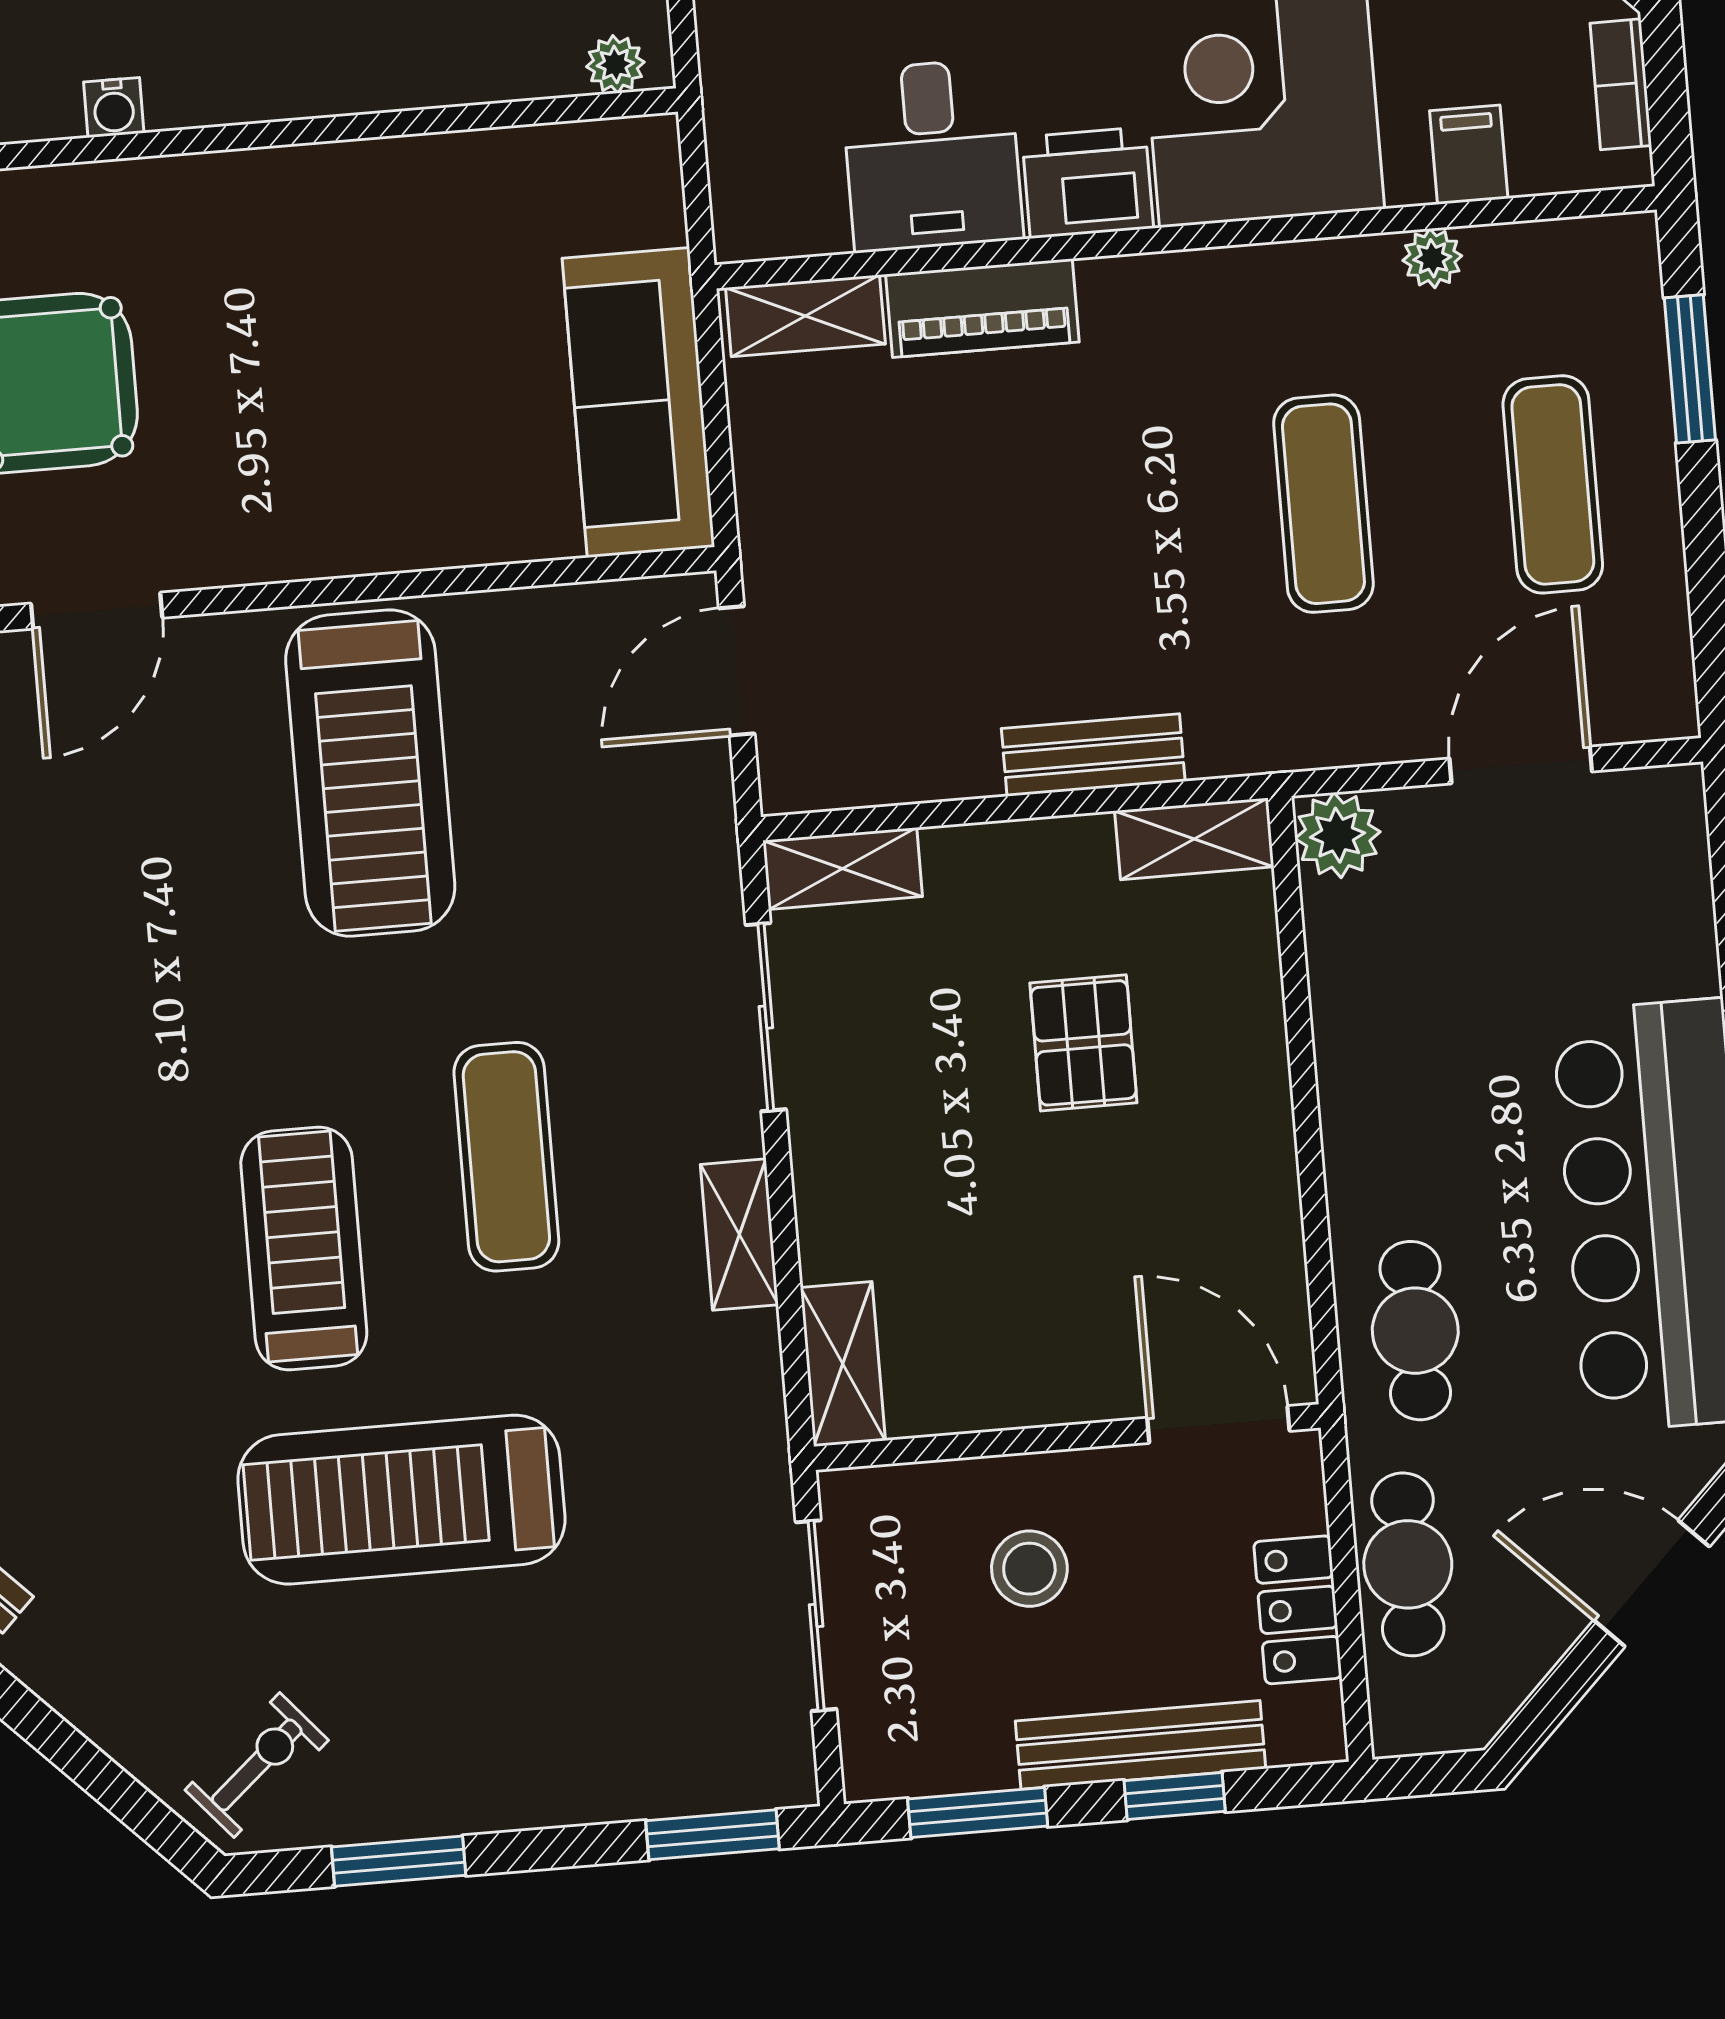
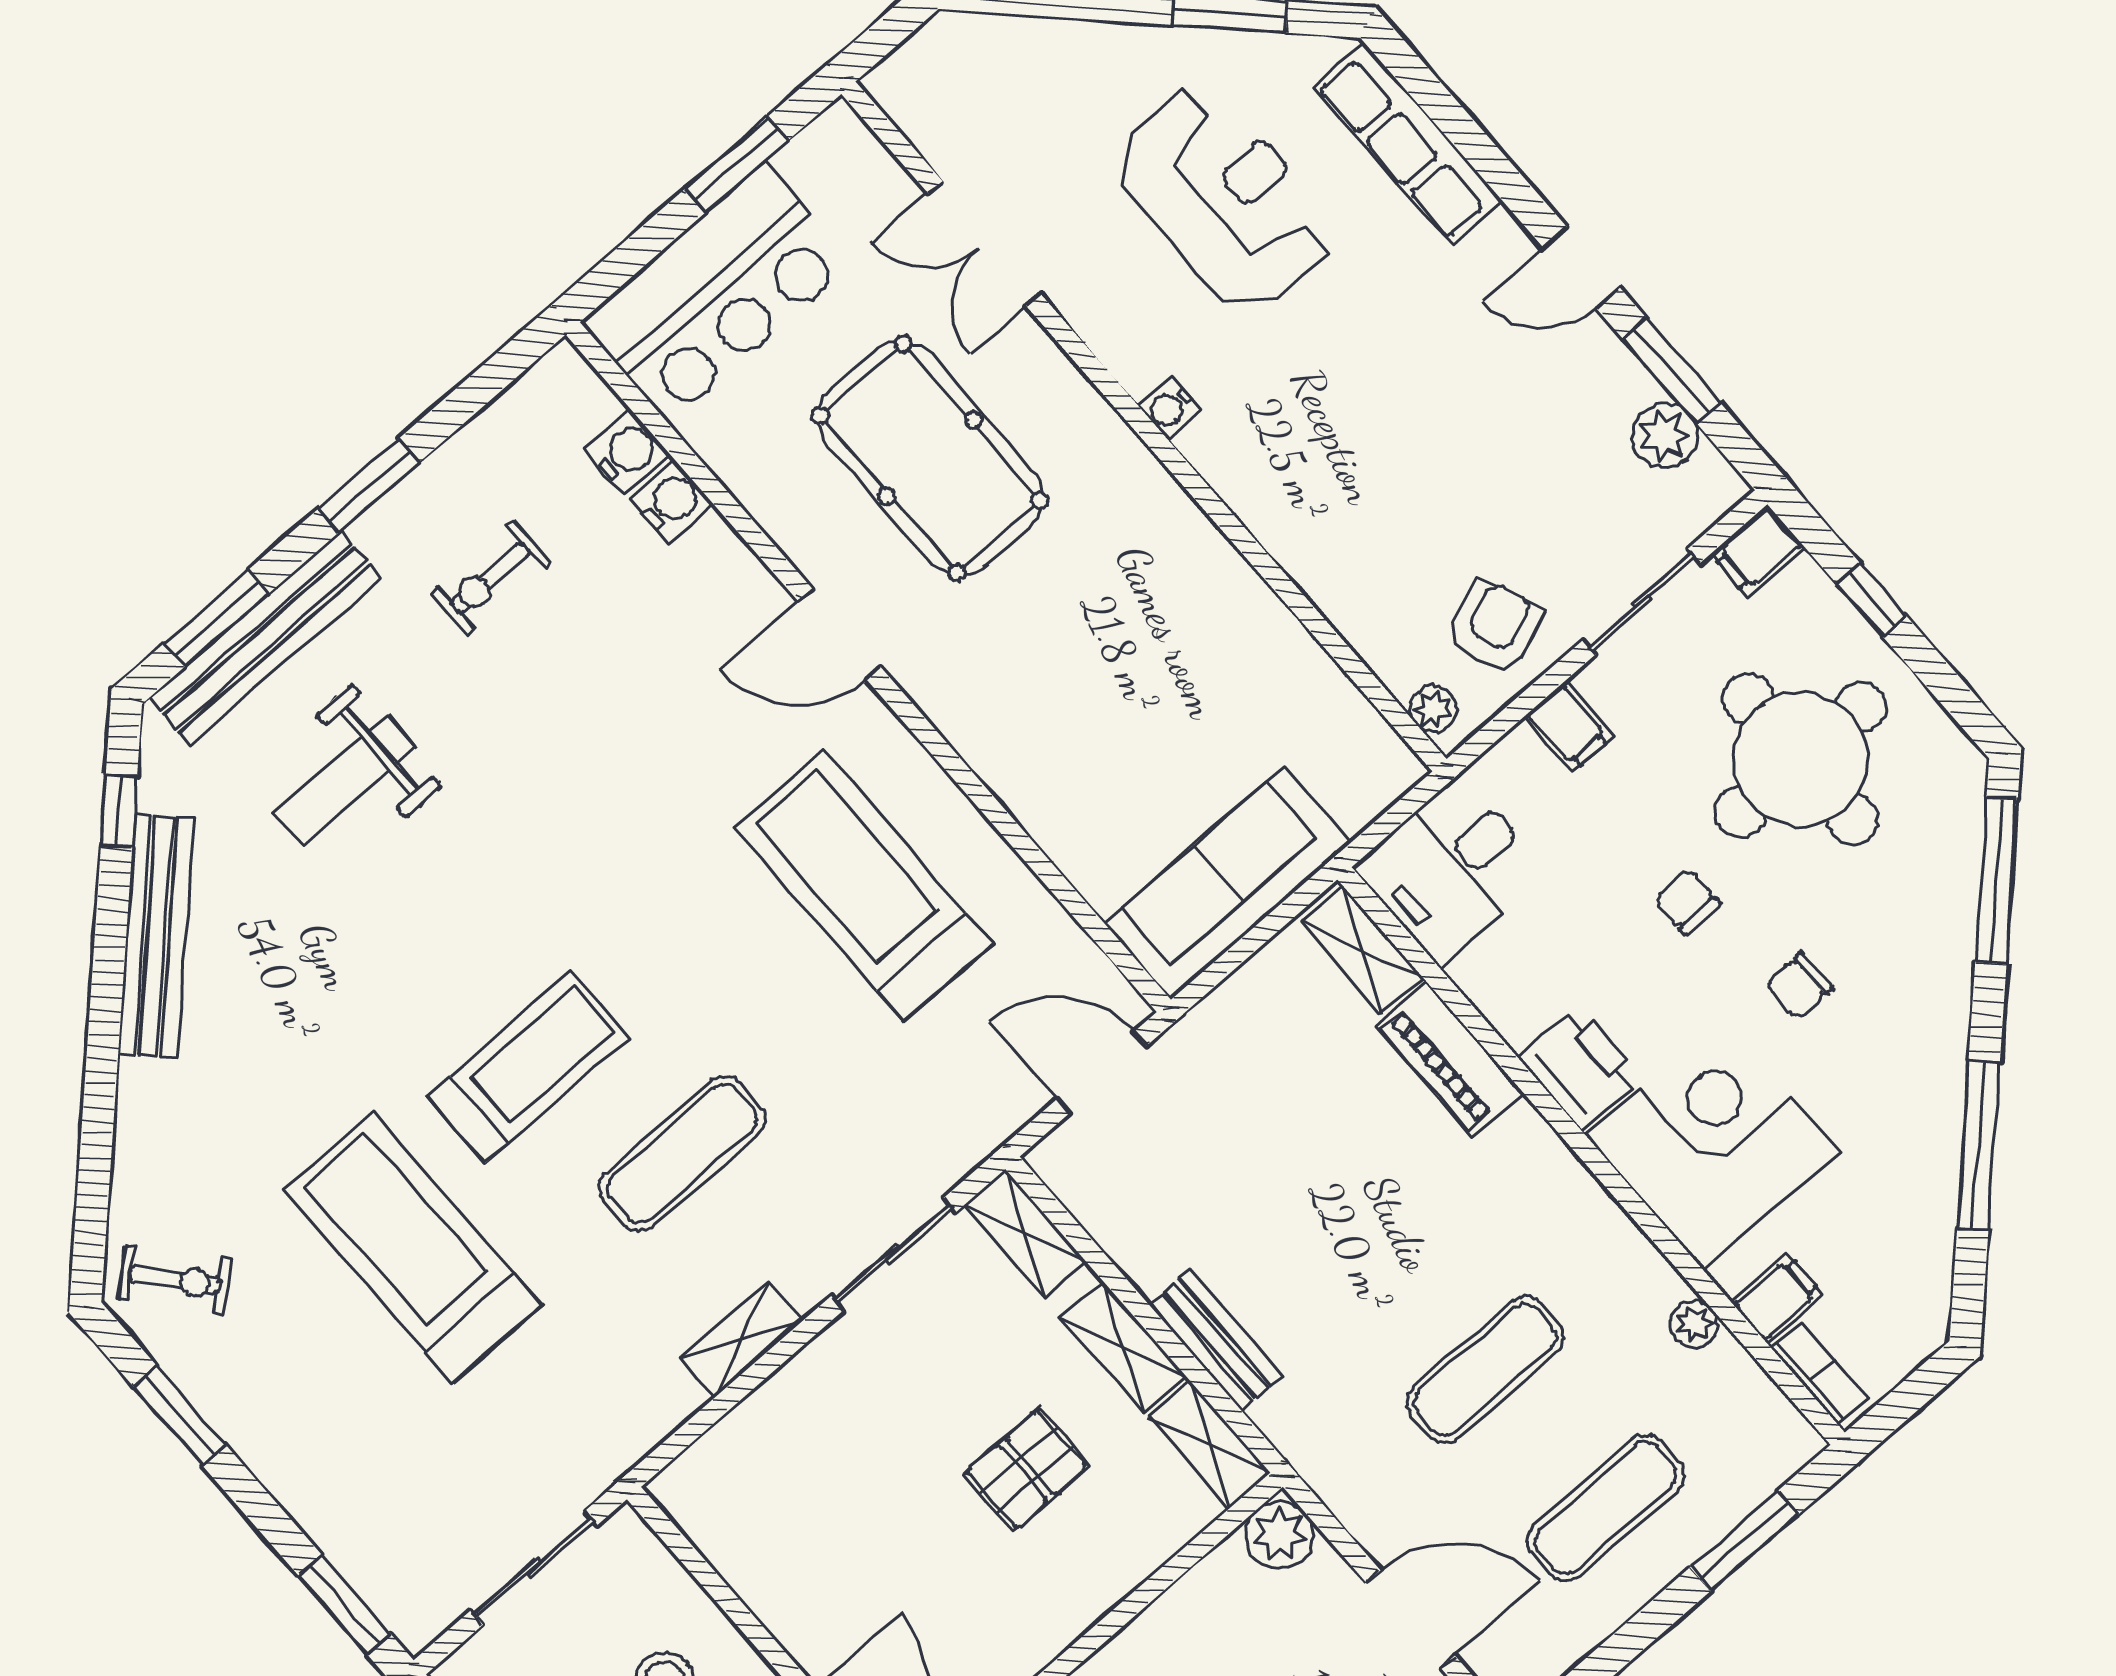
bookcase: (1621, 84) -> (1819, 1373), moved, turned 90
desk: (932, 155) -> (1451, 870), moved
treadmill: (370, 773) -> (864, 886), turned 90
shelving: (843, 1364) -> (1124, 1348), moved, turned 90

